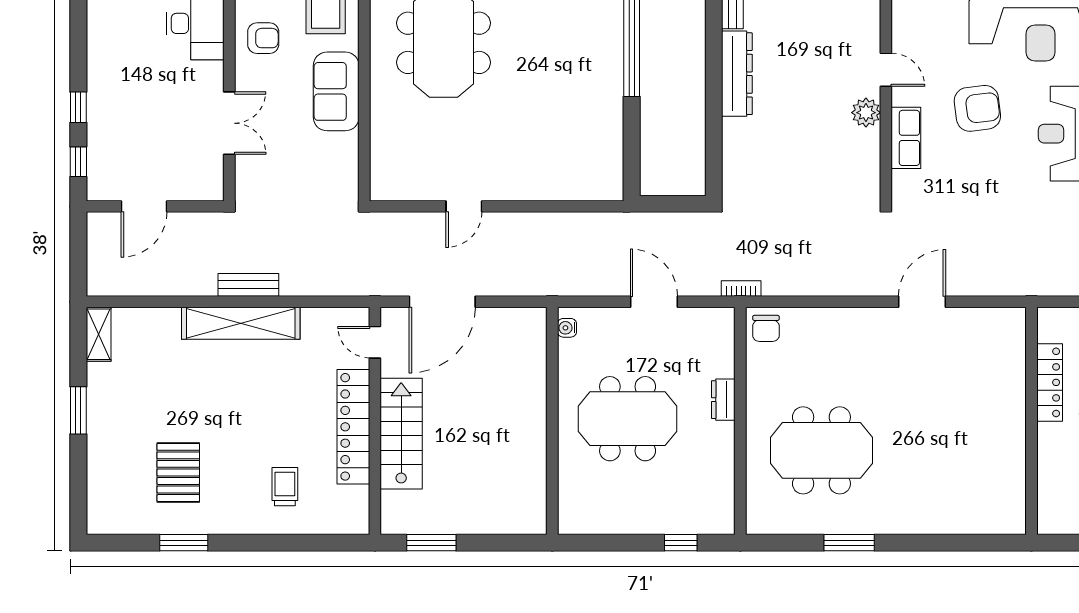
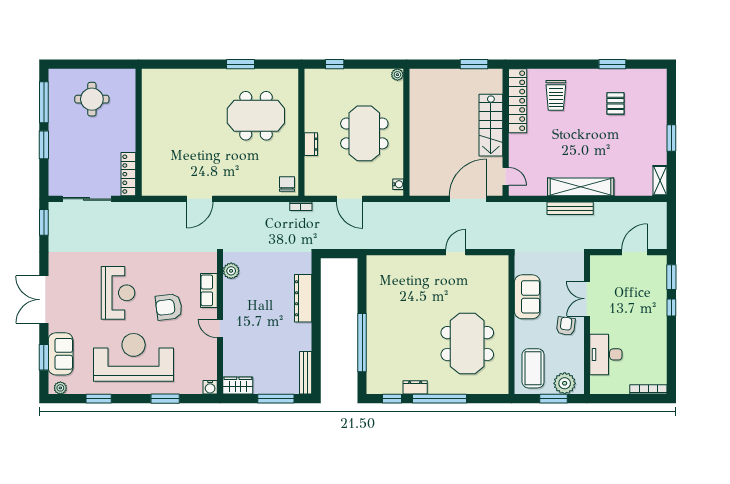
armchair: (263, 38) -> (566, 326), moved, turned 97
dresser: (737, 74) -> (303, 298), moved
sofa: (336, 91) -> (527, 297), moved
plant: (866, 113) -> (231, 271), moved
window: (78, 162) -> (671, 277), width x1.50
bench: (248, 285) -> (570, 208), width x1.36
locker: (1050, 382) -> (128, 174), moved
meeting table: (628, 419) -> (364, 133), turned 90
locker: (353, 427) -> (518, 101), moved
pallet: (178, 472) -> (615, 103), width x0.67, depth x0.71
trolley: (285, 487) -> (556, 95), width x1.36, depth x1.39
plant: (568, 524) -> (397, 75), added

